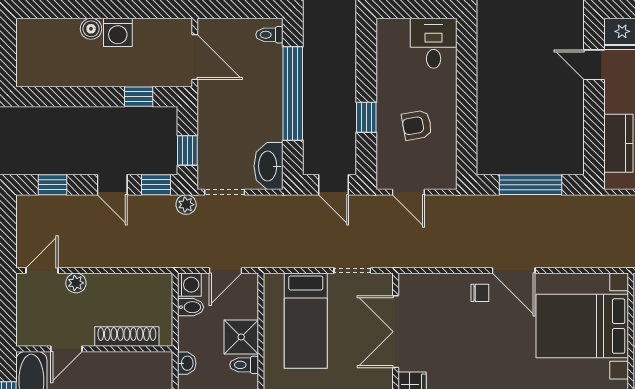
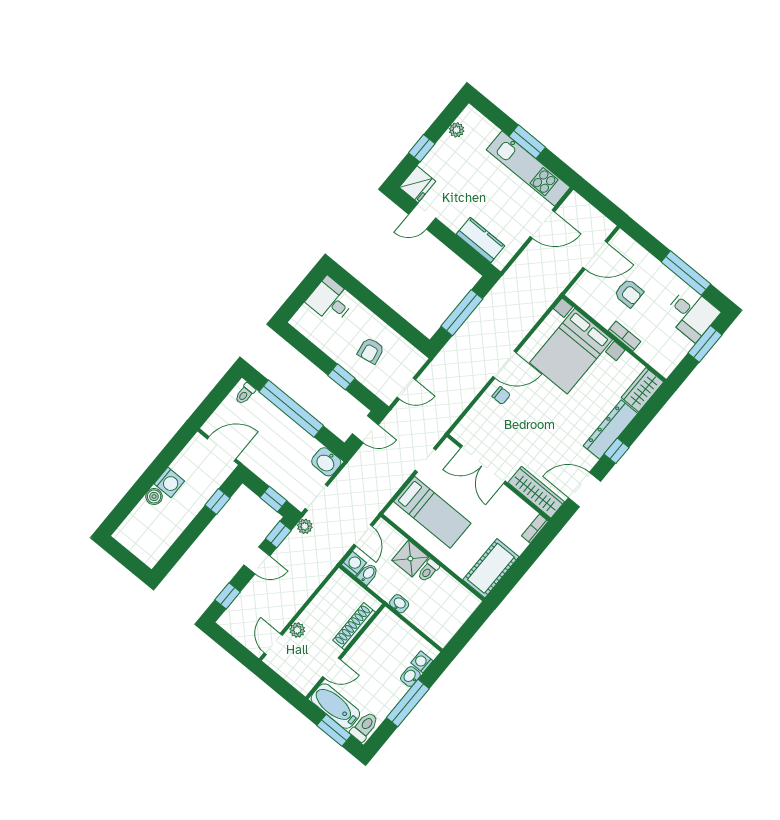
washbasin: (269, 166) -> (326, 462), width x0.72
chair: (480, 293) -> (501, 396), turned 90
door: (66, 349) -> (332, 668), hinge flipped

